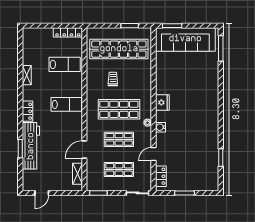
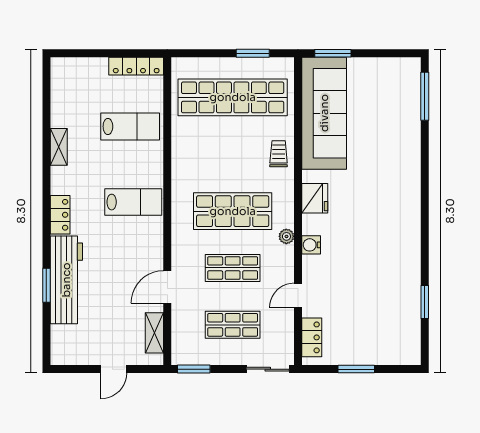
sofa: (185, 39) -> (324, 113), moved, turned -90
trolley: (113, 79) -> (279, 154), moved
door: (42, 193) -> (114, 369), moved

